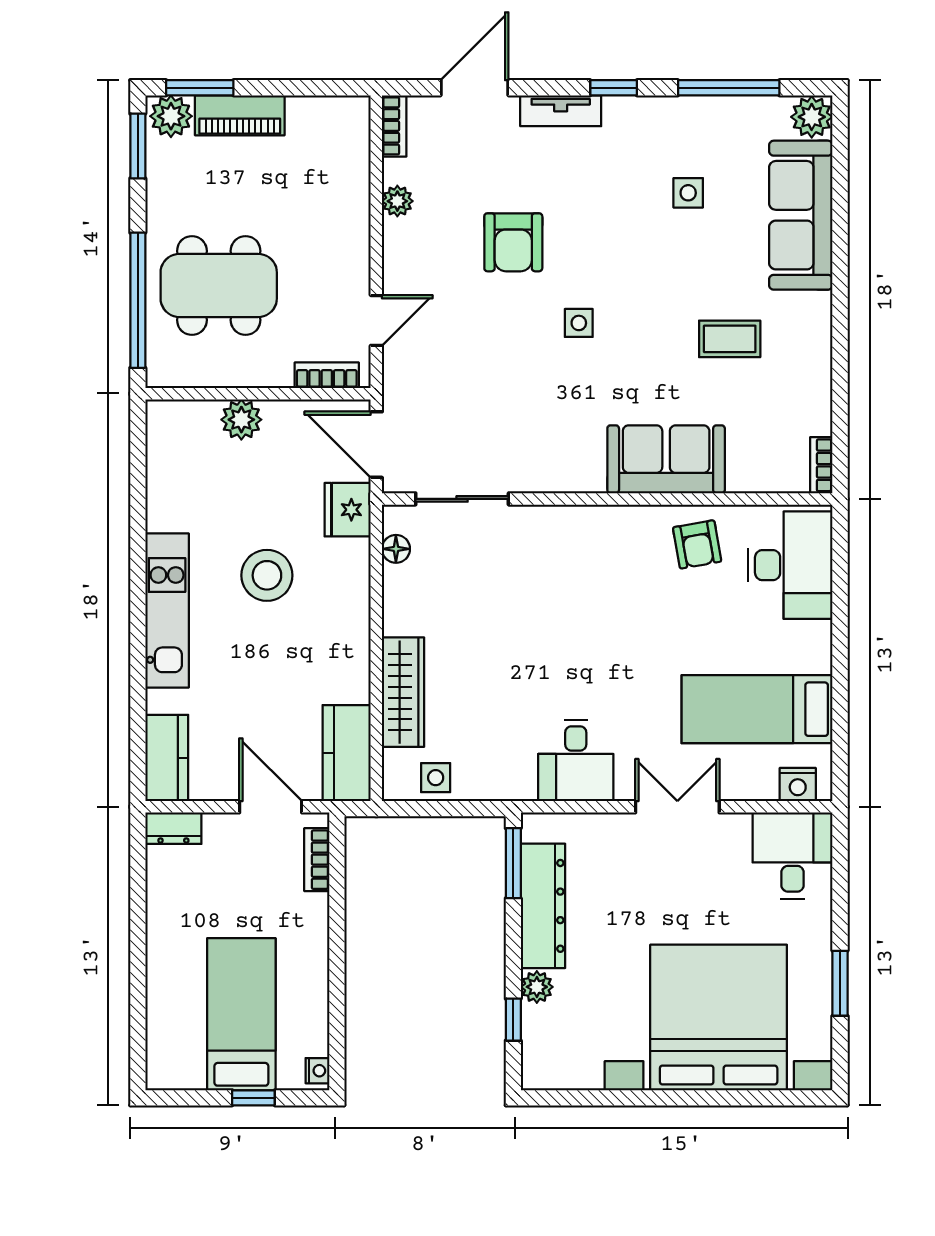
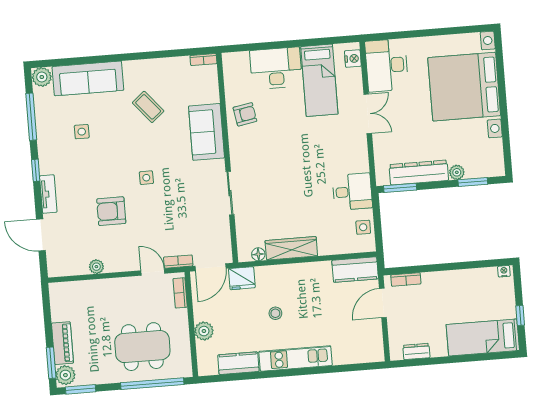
bookcase: (394, 126) -> (178, 262), moved
armchair: (513, 242) -> (111, 211), turned 180
dining table: (219, 285) -> (142, 347), turned 90
coffee table: (730, 339) -> (148, 107), turned -40
sliding door: (462, 499) -> (230, 193), moved
desk: (790, 565) -> (276, 68), moved
stool: (267, 575) -> (275, 313), width x0.53, depth x0.53
wardrobe: (403, 692) -> (291, 248), moved
kitchen counter: (167, 758) -> (238, 363), moved
desk: (576, 760) -> (352, 192), moved
double door: (677, 807) -> (368, 114), swing flipped
dresser: (173, 828) -> (416, 351), moved, turned -90
desk: (793, 855) -> (387, 65), width x1.37
window: (840, 983) -> (444, 31), removed
bed: (241, 1014) -> (483, 337), moved
window: (513, 1020) -> (473, 182), width x1.50
window: (253, 1098) -> (520, 315), moved

